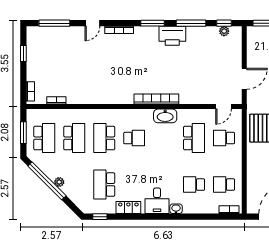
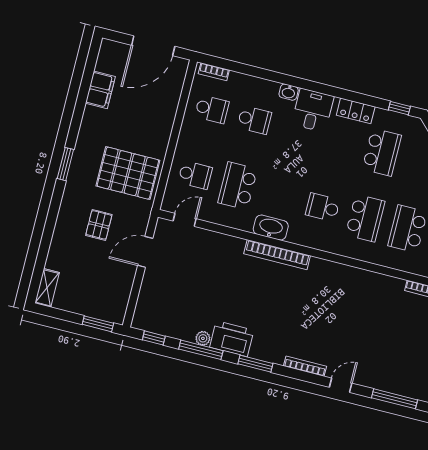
plant: (224, 31) -> (203, 338), moved

